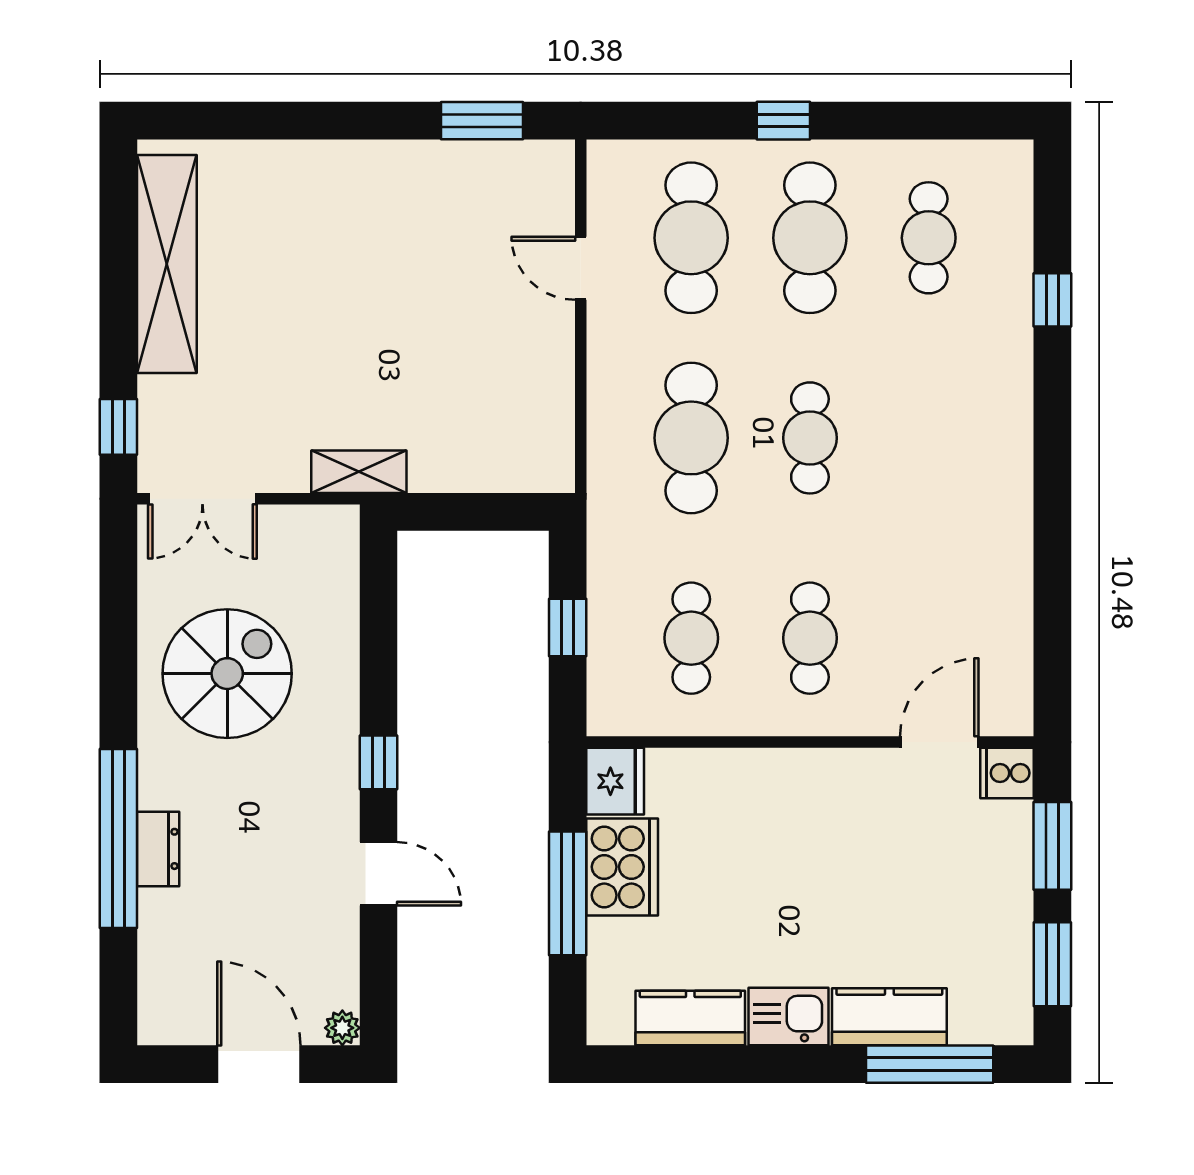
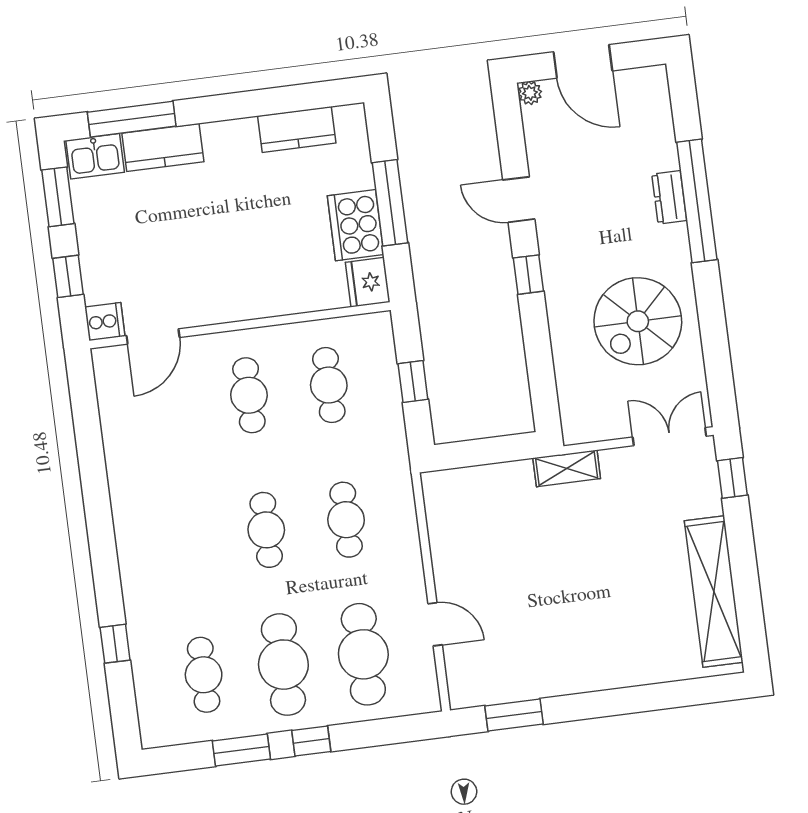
window: (888, 121) -> (241, 750), added
cafe table: (691, 438) -> (346, 520), width x0.73, depth x0.74
window: (1052, 846) -> (68, 276), width x0.67
kitchen sink: (789, 1016) -> (95, 156), moved

